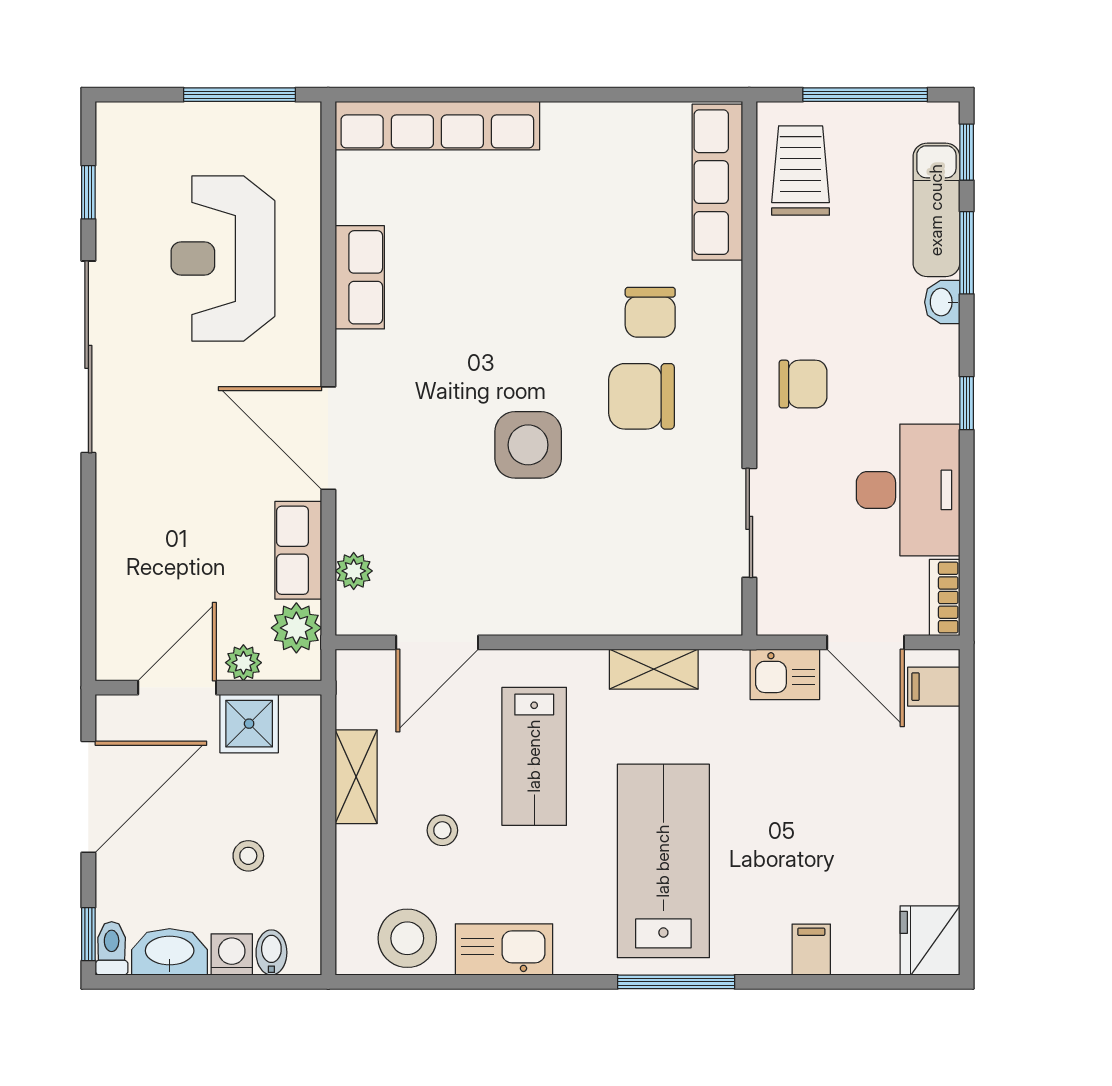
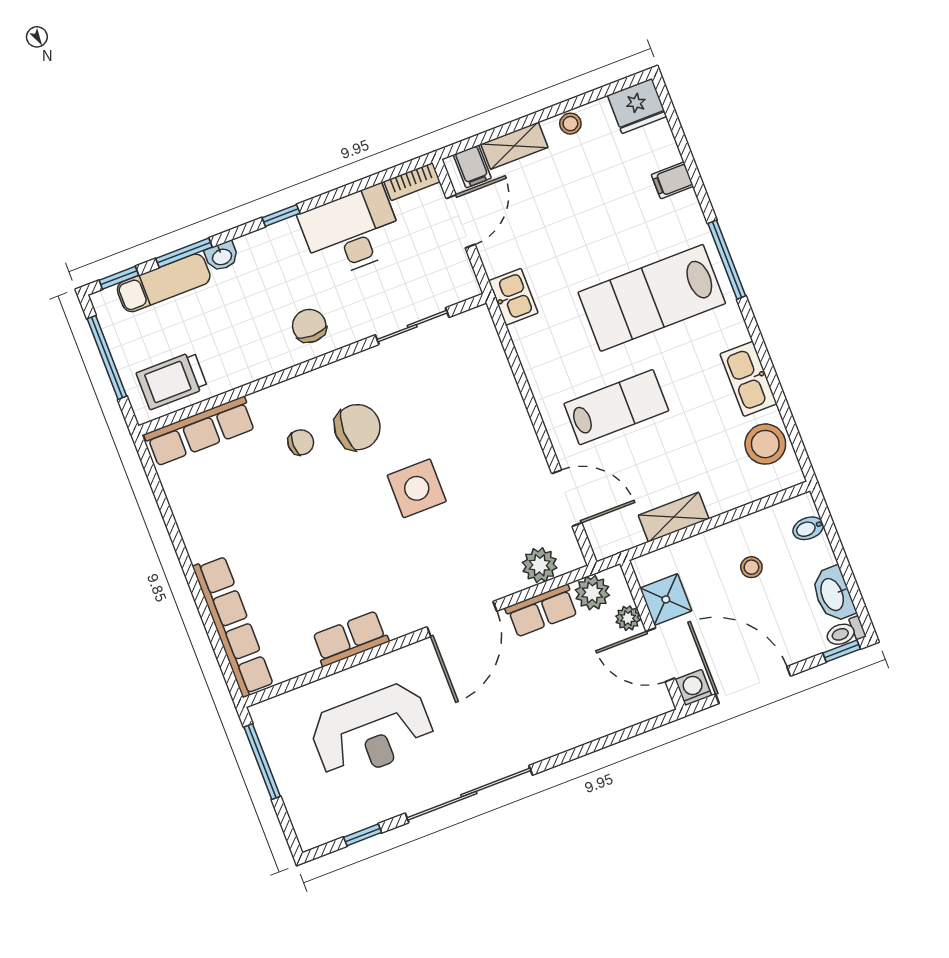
chair: (650, 312) -> (301, 442), width x0.73, depth x0.73
chair: (641, 396) -> (357, 427), turned -90
plant: (354, 571) -> (540, 565), width x1.38, depth x1.38
shelving: (654, 669) -> (514, 146), moved, turned 90
kitchen sink: (785, 674) -> (513, 297), moved
stool: (442, 830) -> (570, 124), moved
washing machine: (232, 954) -> (693, 688), moved, turned 90

